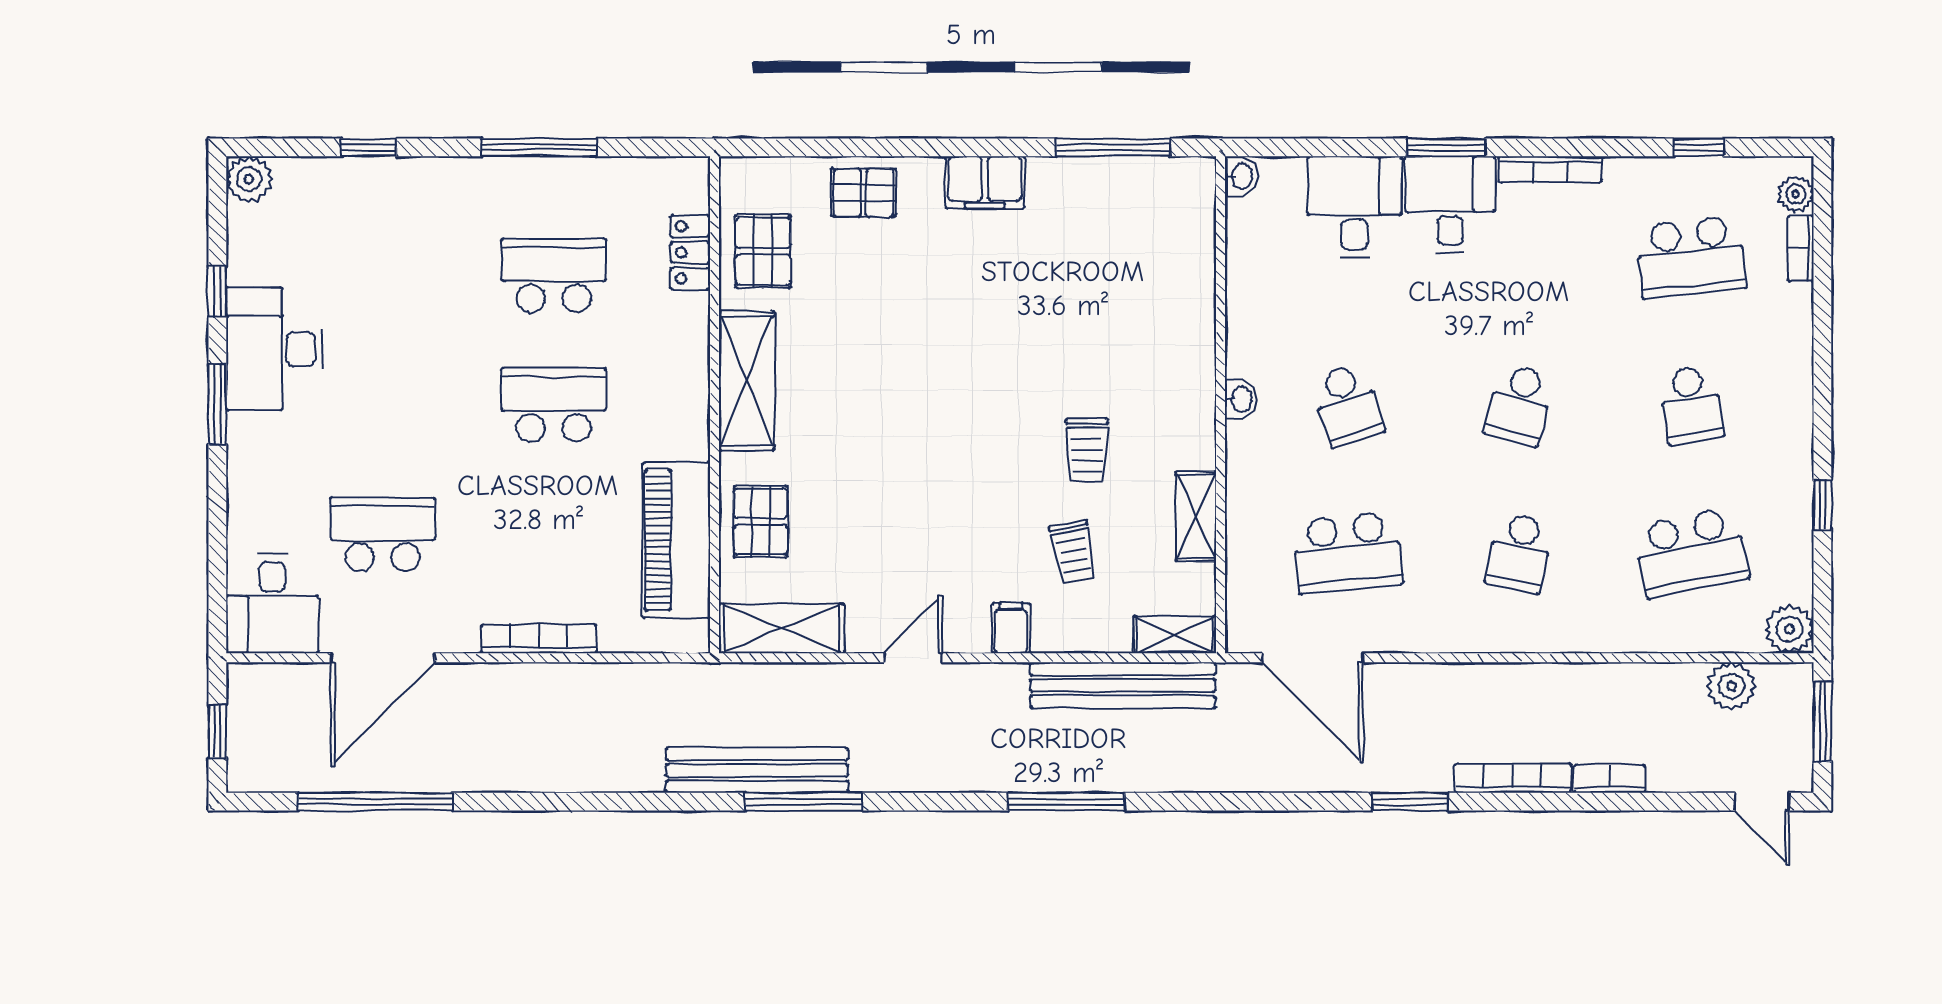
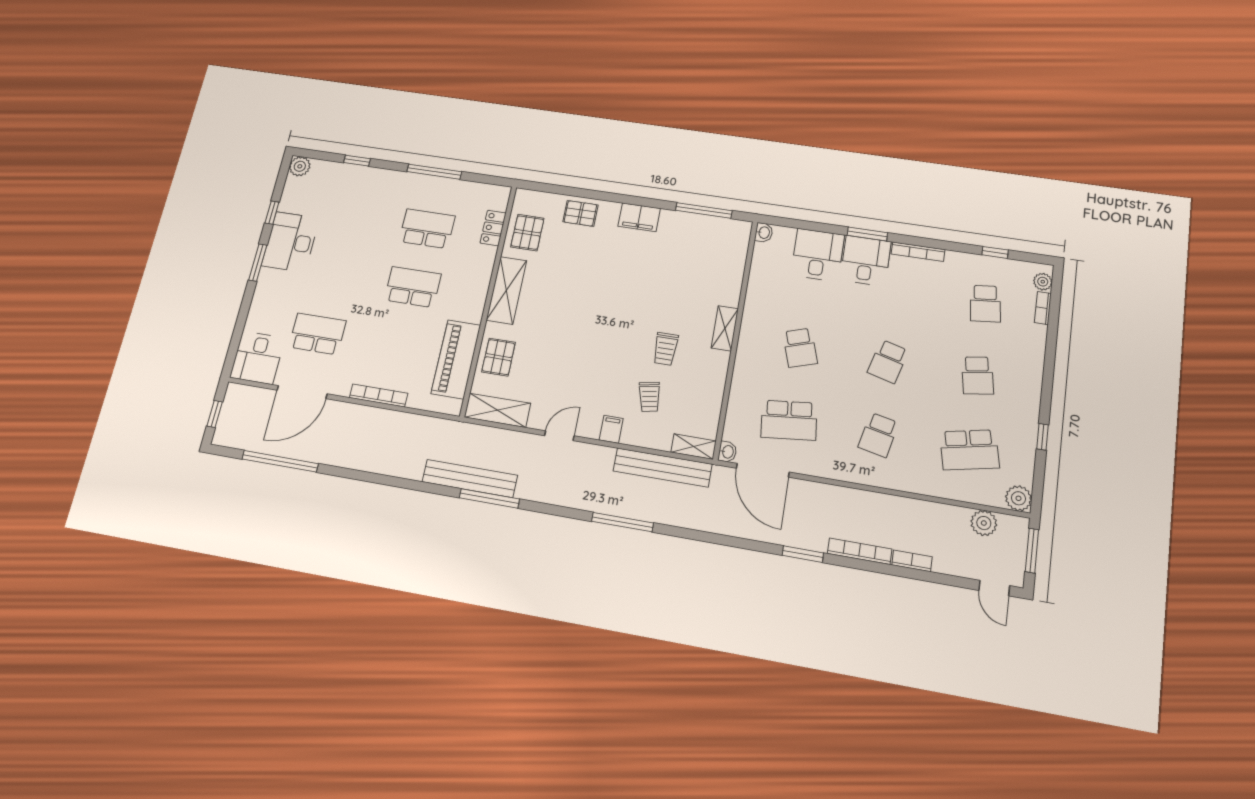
school desk: (1691, 257) -> (985, 304), width x0.54
washbasin: (1241, 399) -> (727, 452), moved
shelving: (1196, 516) -> (725, 328), moved

